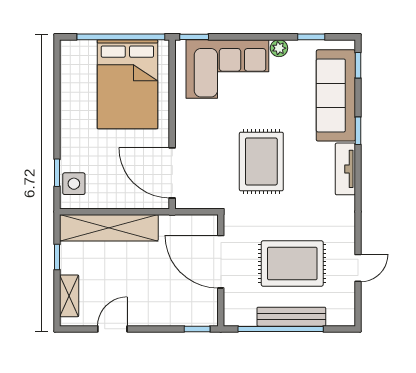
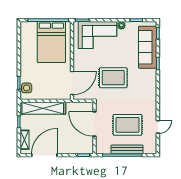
rug: (261, 161) -> (113, 78), turned 90
tv unit: (345, 169) -> (152, 81), removed
door: (172, 173) -> (72, 83), swing flipped
door: (112, 329) -> (44, 155), width x1.88

